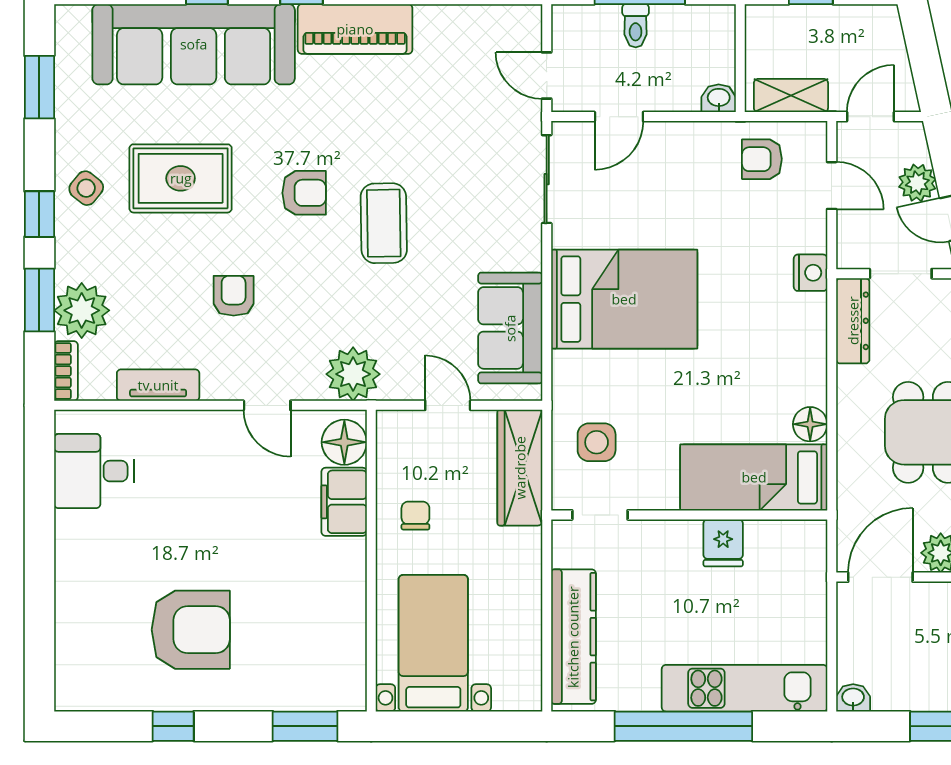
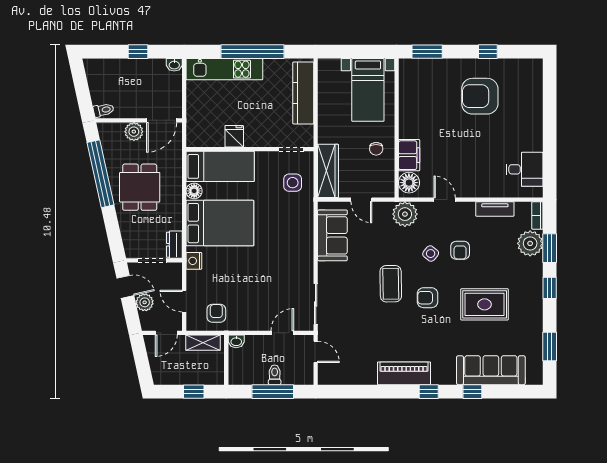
sofa: (194, 44) -> (491, 370), width x0.74, depth x0.79
armchair: (762, 159) -> (216, 313), turned -90
side table: (86, 188) -> (431, 254), moved
bed: (624, 299) -> (220, 223), moved, turned 180
dresser: (853, 321) -> (174, 245), width x0.70

